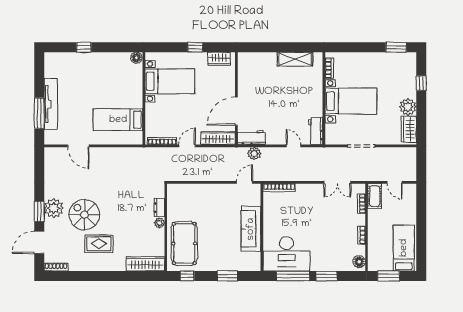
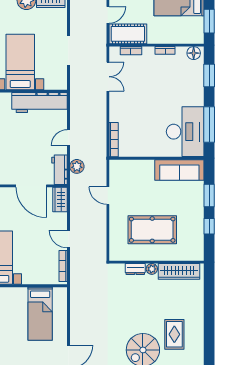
workbench: (316, 131) -> (40, 103), width x1.88, depth x1.32
wardrobe: (218, 138) -> (60, 199), width x0.67
door: (294, 146) -> (68, 138), moved
door: (244, 182) -> (108, 196), moved
cot: (375, 196) -> (128, 34), width x1.37, depth x1.34
sofa: (251, 229) -> (179, 170), moved
pool table: (184, 243) -> (152, 230), moved
wardrobe: (145, 264) -> (179, 271), moved, turned -90
window: (187, 276) -> (209, 226), moved
window: (326, 276) -> (209, 75), moved

